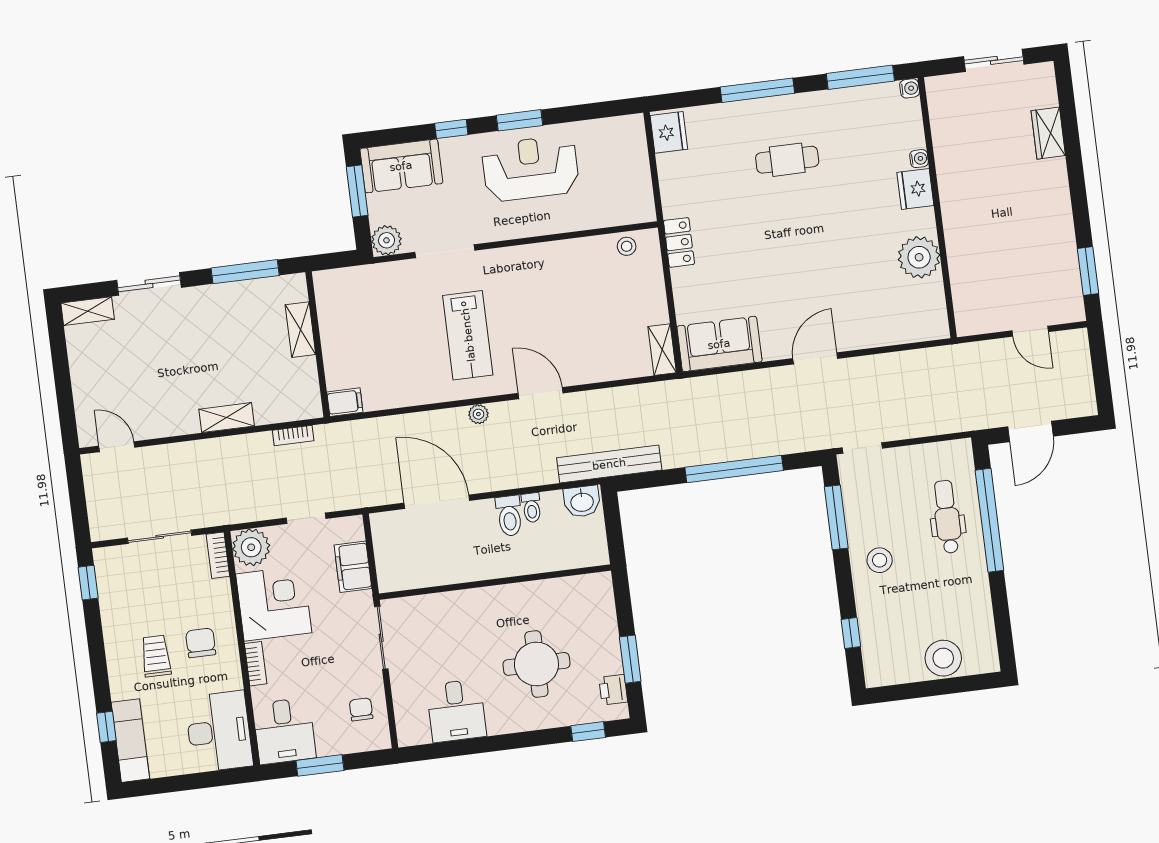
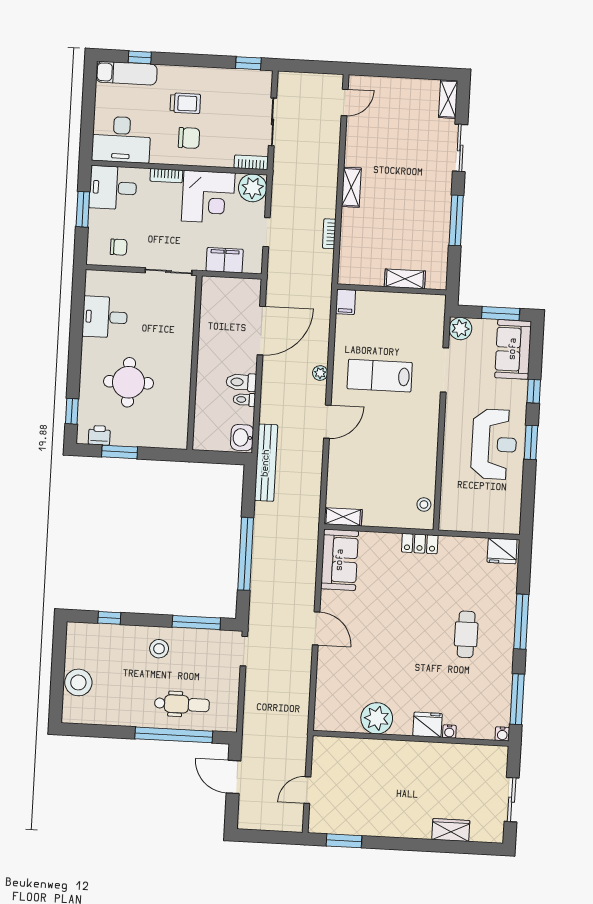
shelving: (300, 330) -> (405, 279), moved
wall: (318, 344) -> (392, 290), moved
filing cabinet: (345, 402) -> (346, 302), moved

